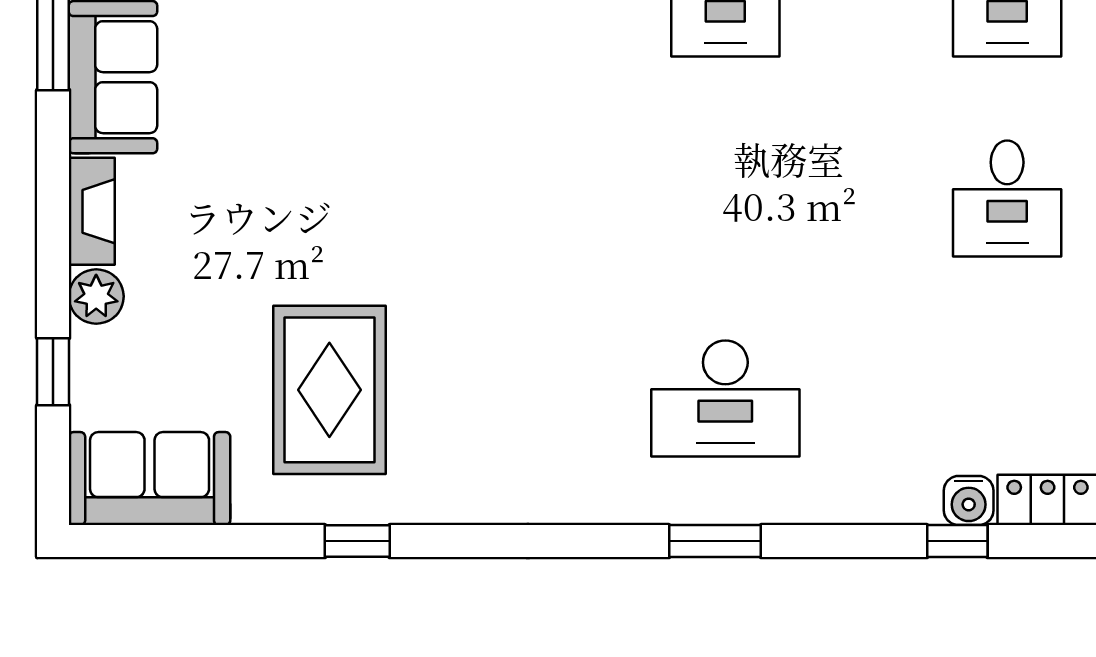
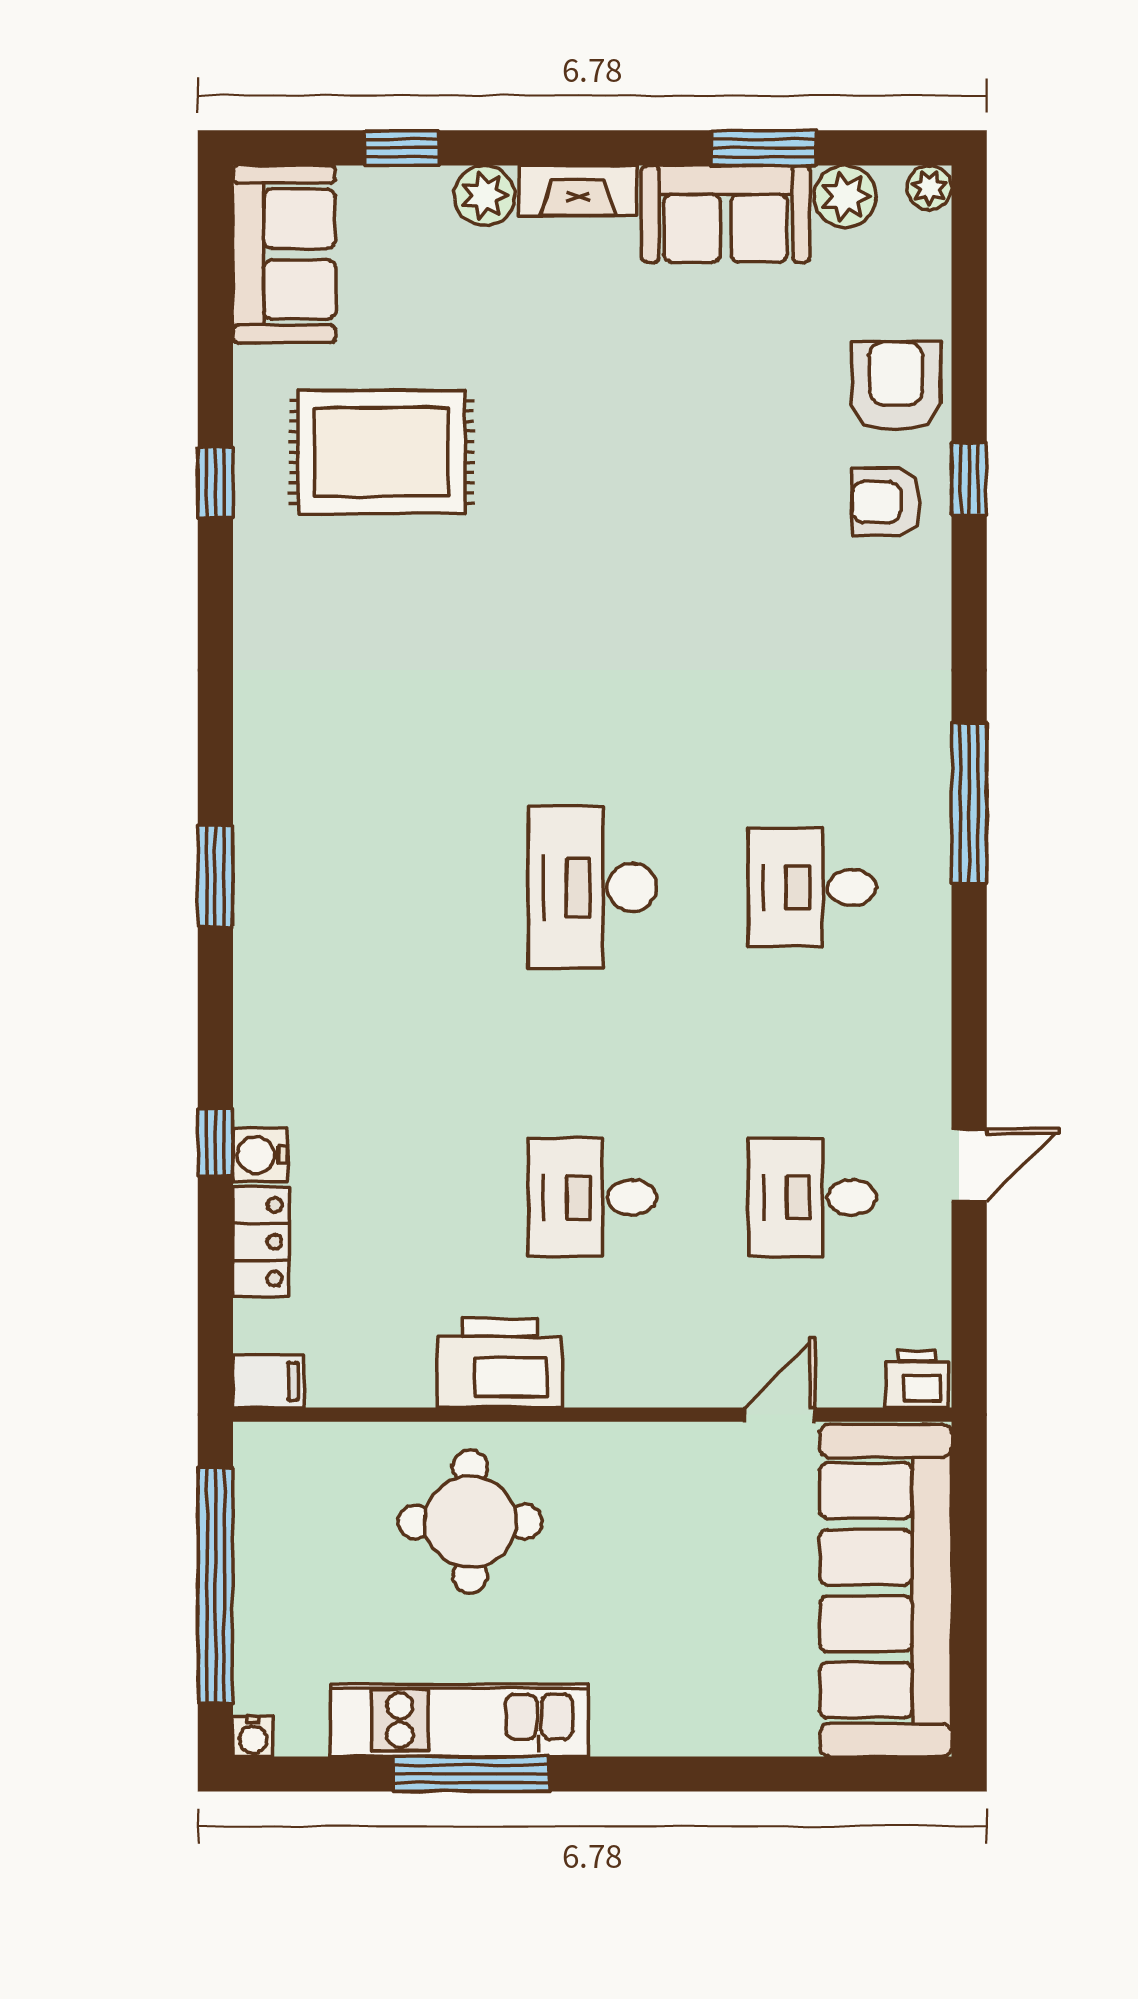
desk: (725, 398) -> (592, 887), moved

